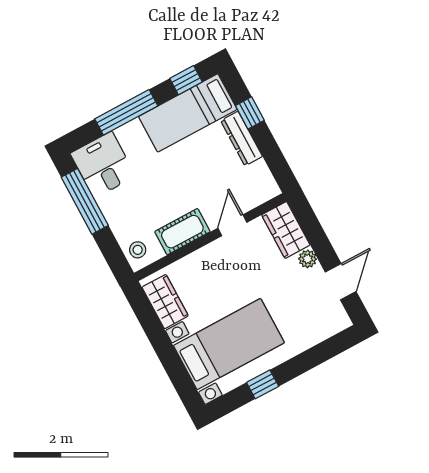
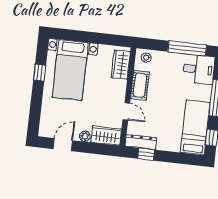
window: (250, 113) -> (146, 154), moved
dresser: (242, 139) -> (141, 142), moved
door: (341, 282) -> (63, 145), swing flipped
wardrobe: (165, 302) -> (121, 65), moved, turned 90

